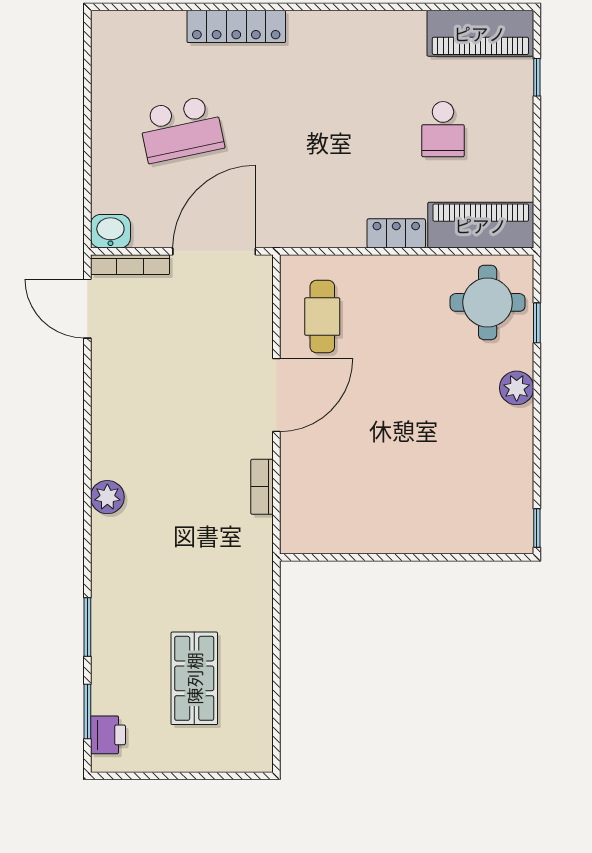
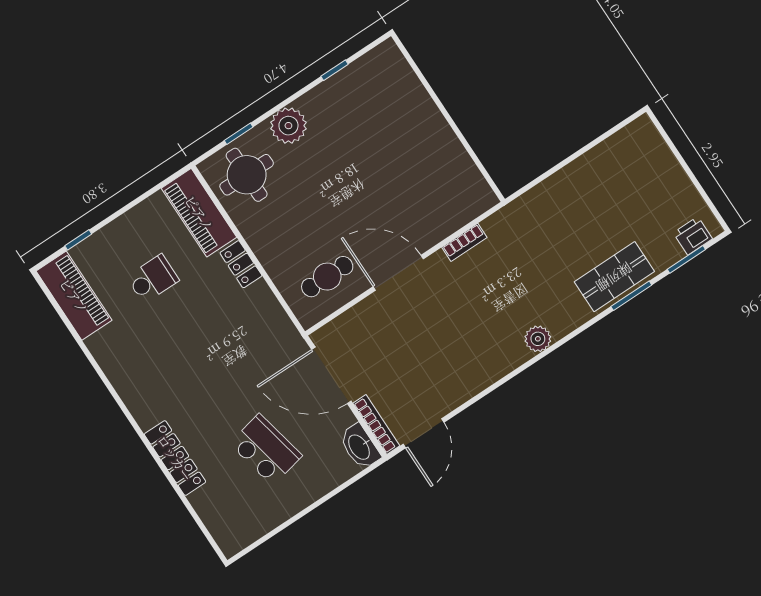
washbasin: (110, 231) -> (360, 447), width x1.38
plant: (517, 388) -> (288, 126), width x1.36, depth x1.36
window: (537, 528) -> (334, 70), moved
shop shelf: (194, 678) -> (614, 277), moved

